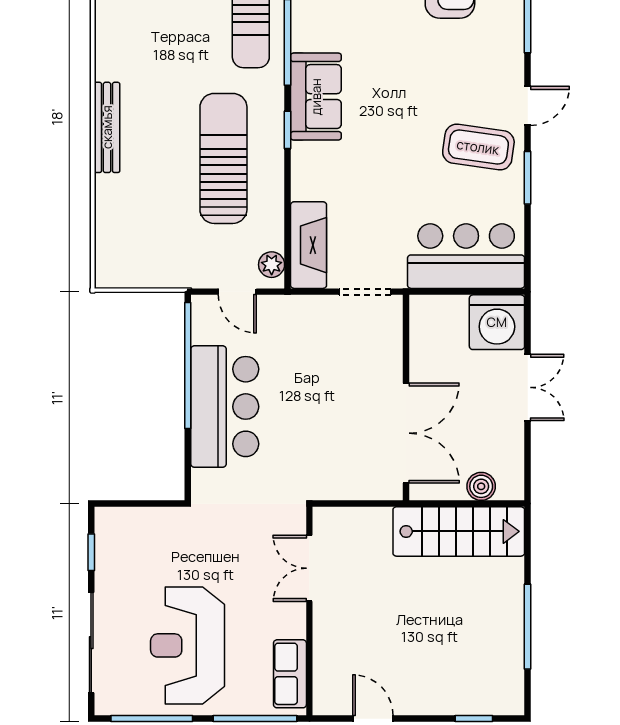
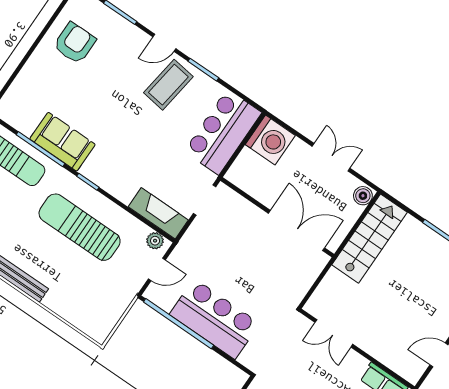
sofa: (316, 97) -> (63, 142), moved
door: (528, 106) -> (164, 43), swing flipped
double door: (528, 387) -> (331, 157), moved
boiler: (481, 486) -> (363, 196), moved

